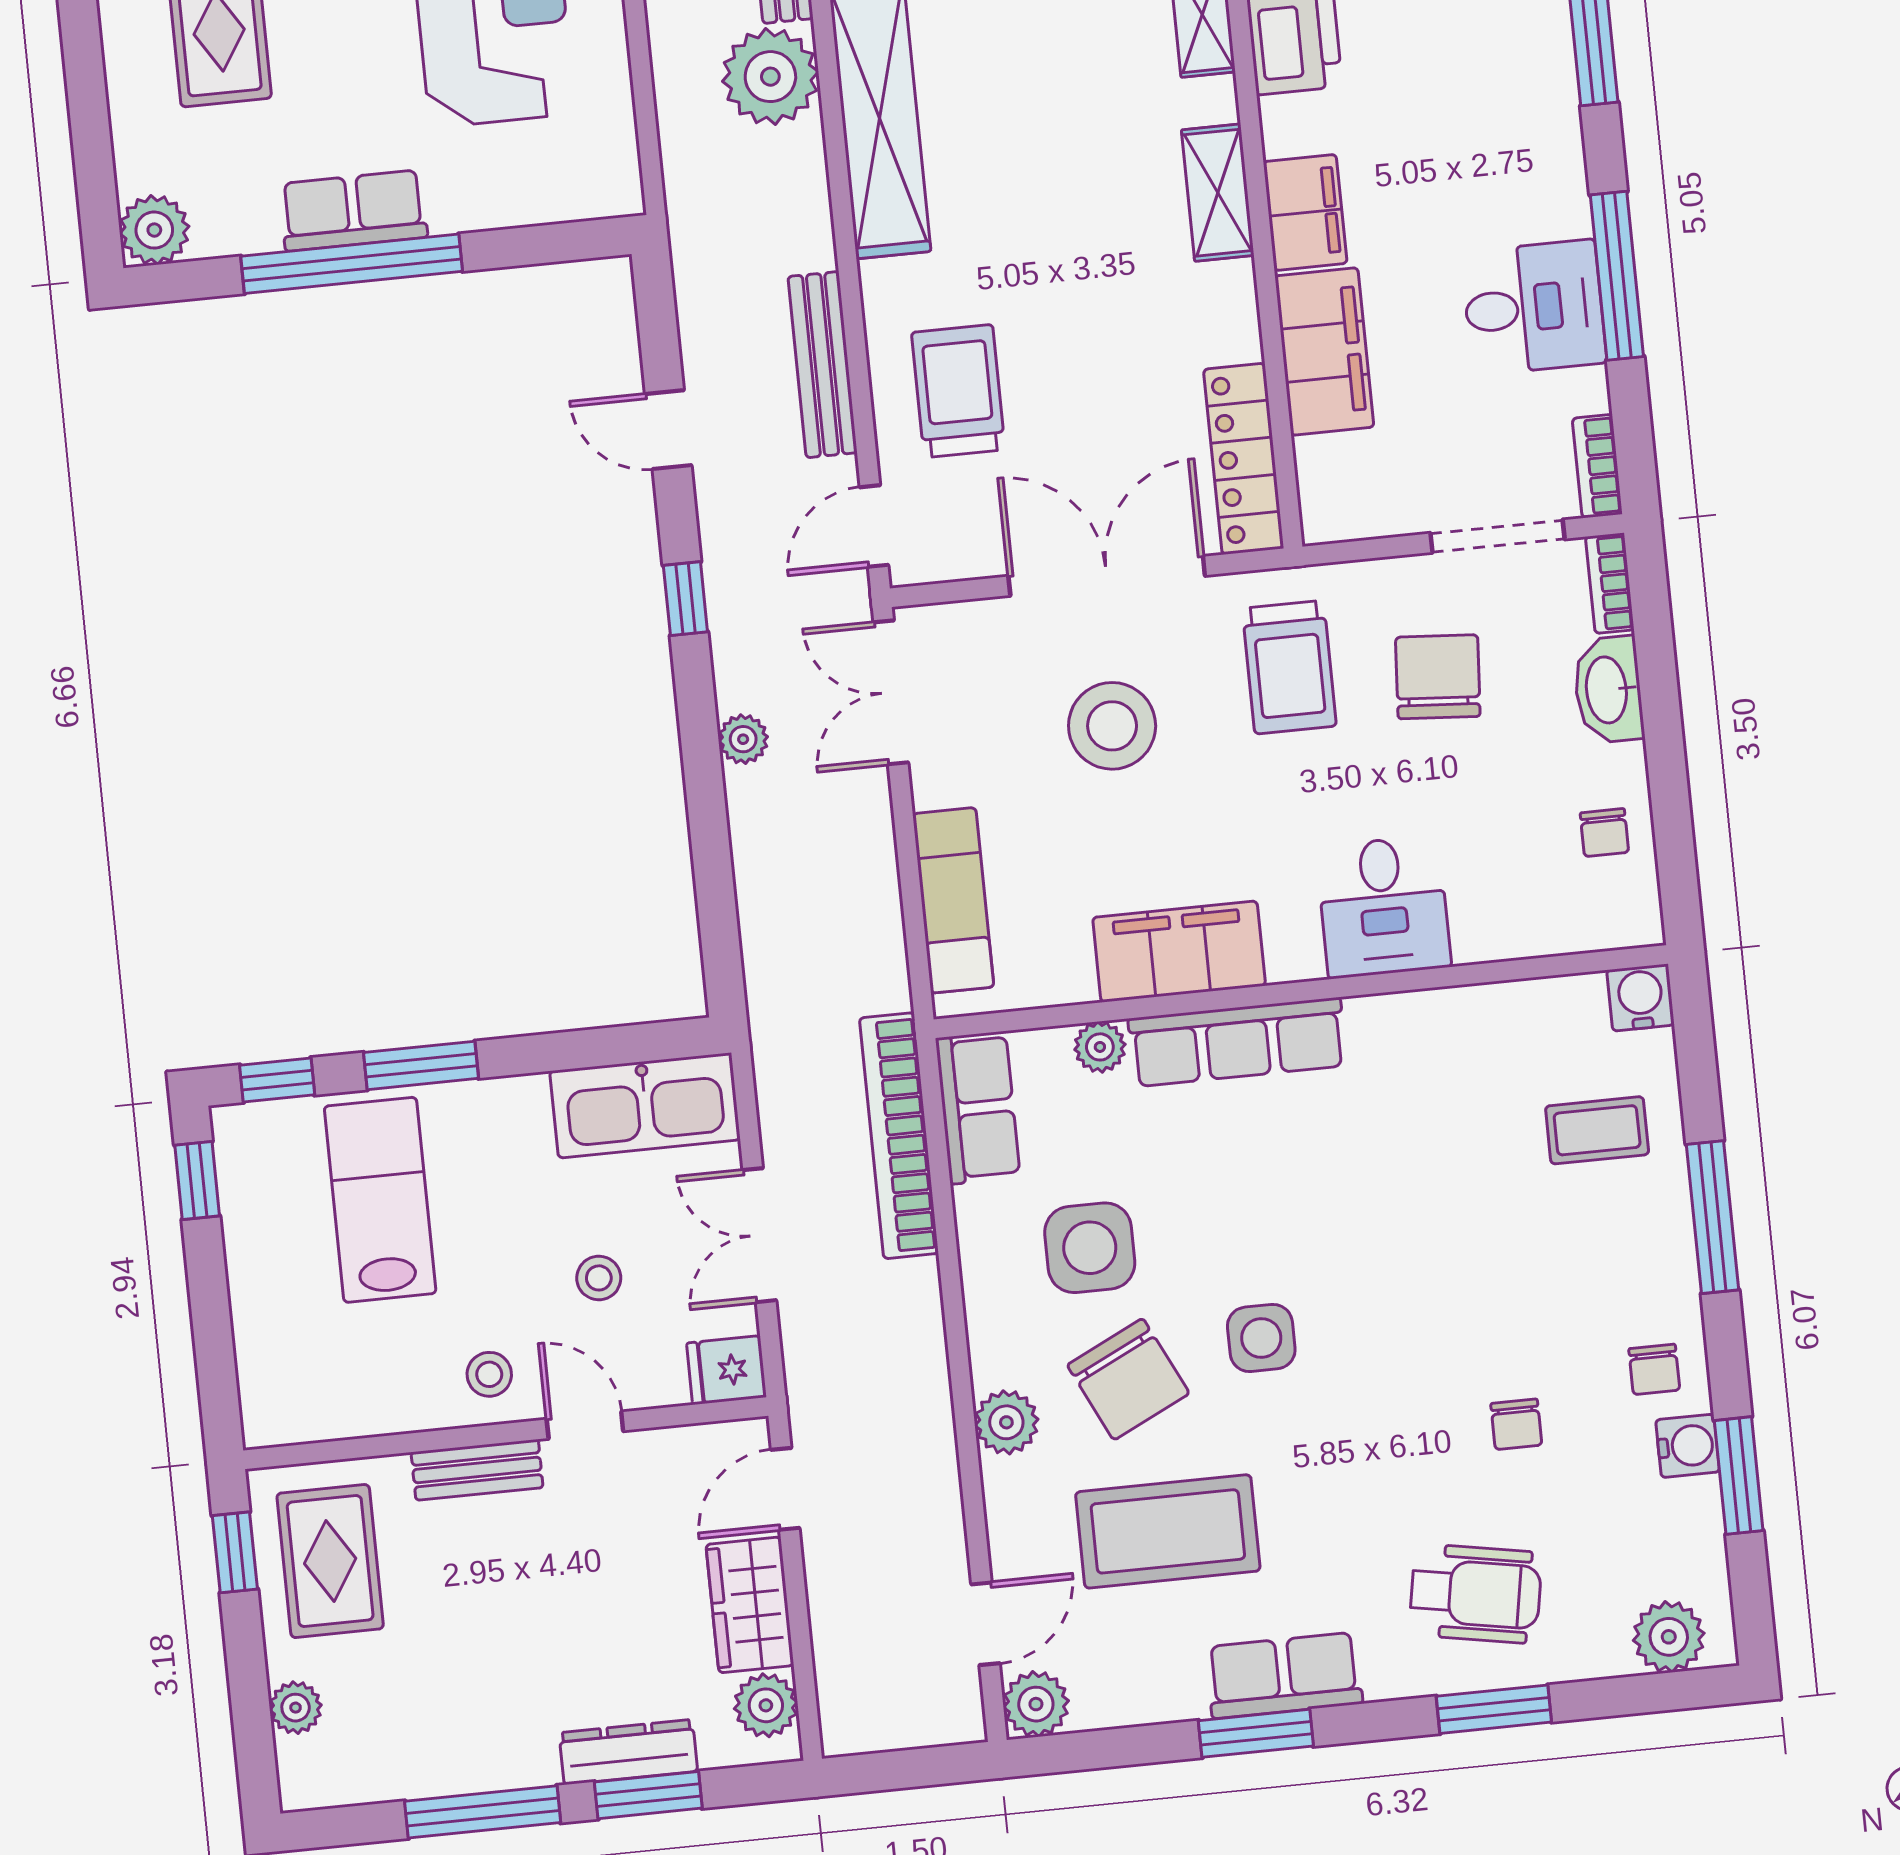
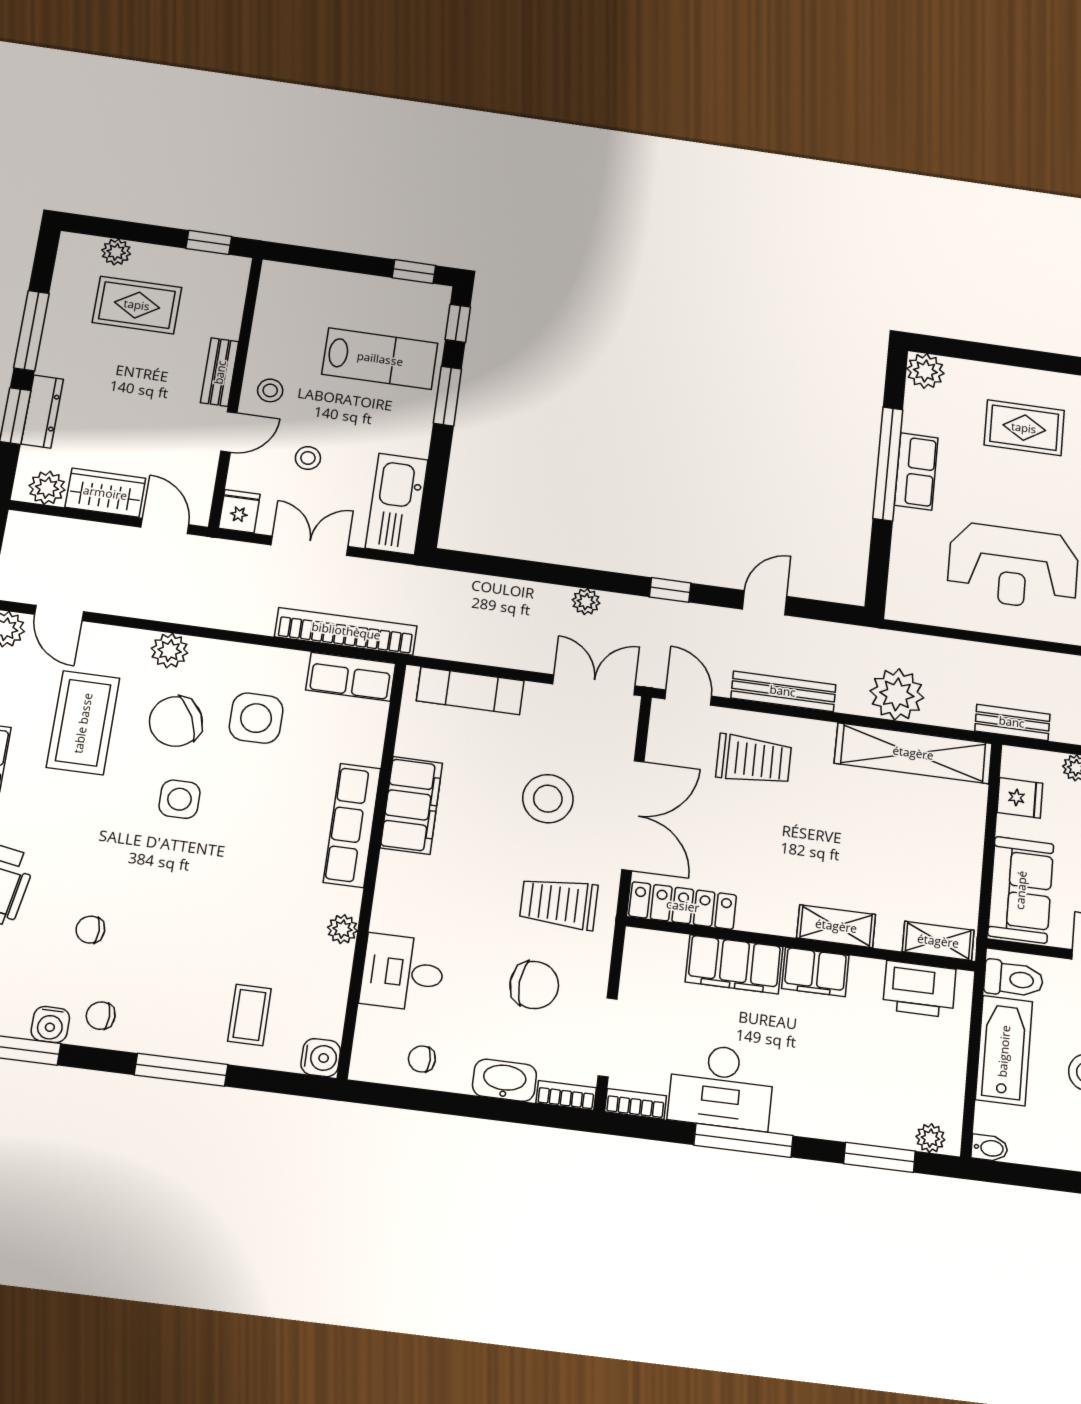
plant: (770, 77) -> (897, 694), moved
desk: (1534, 307) -> (721, 1087), width x1.37
desk: (1383, 907) -> (403, 973), moved
plant: (1100, 1047) -> (342, 929), moved
rug: (330, 1561) -> (137, 305), moved

